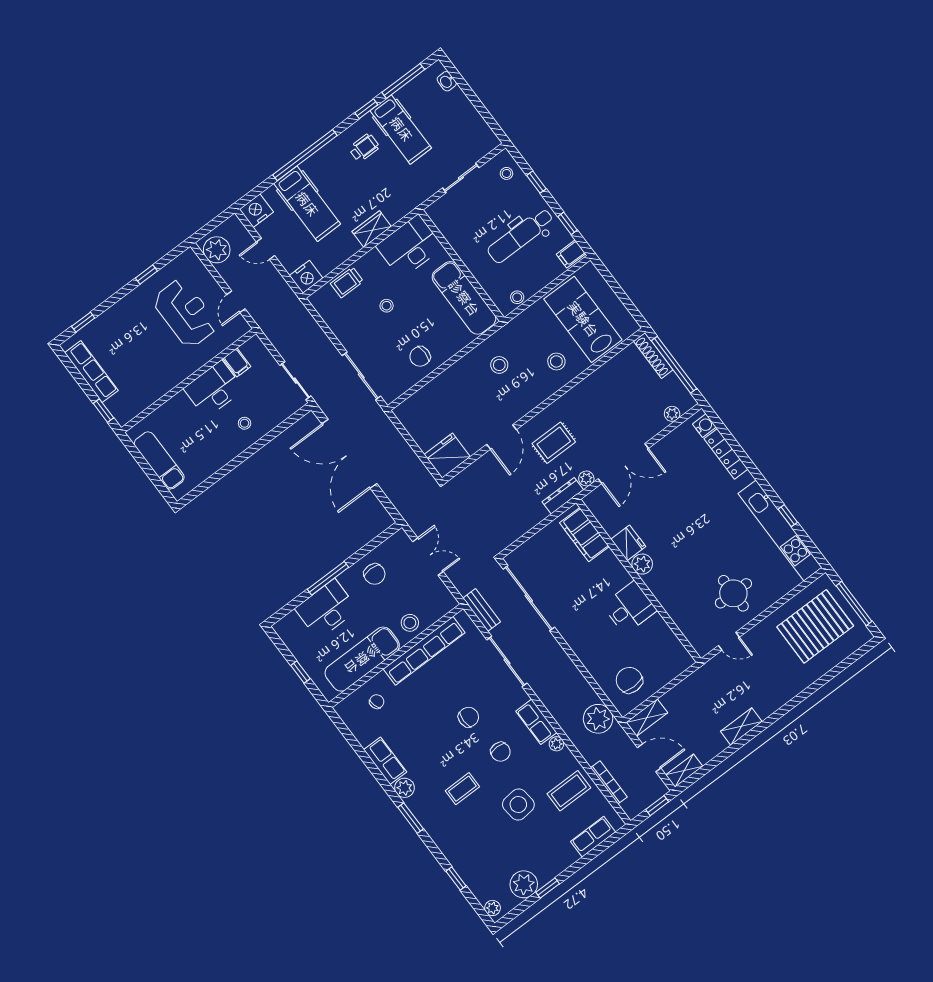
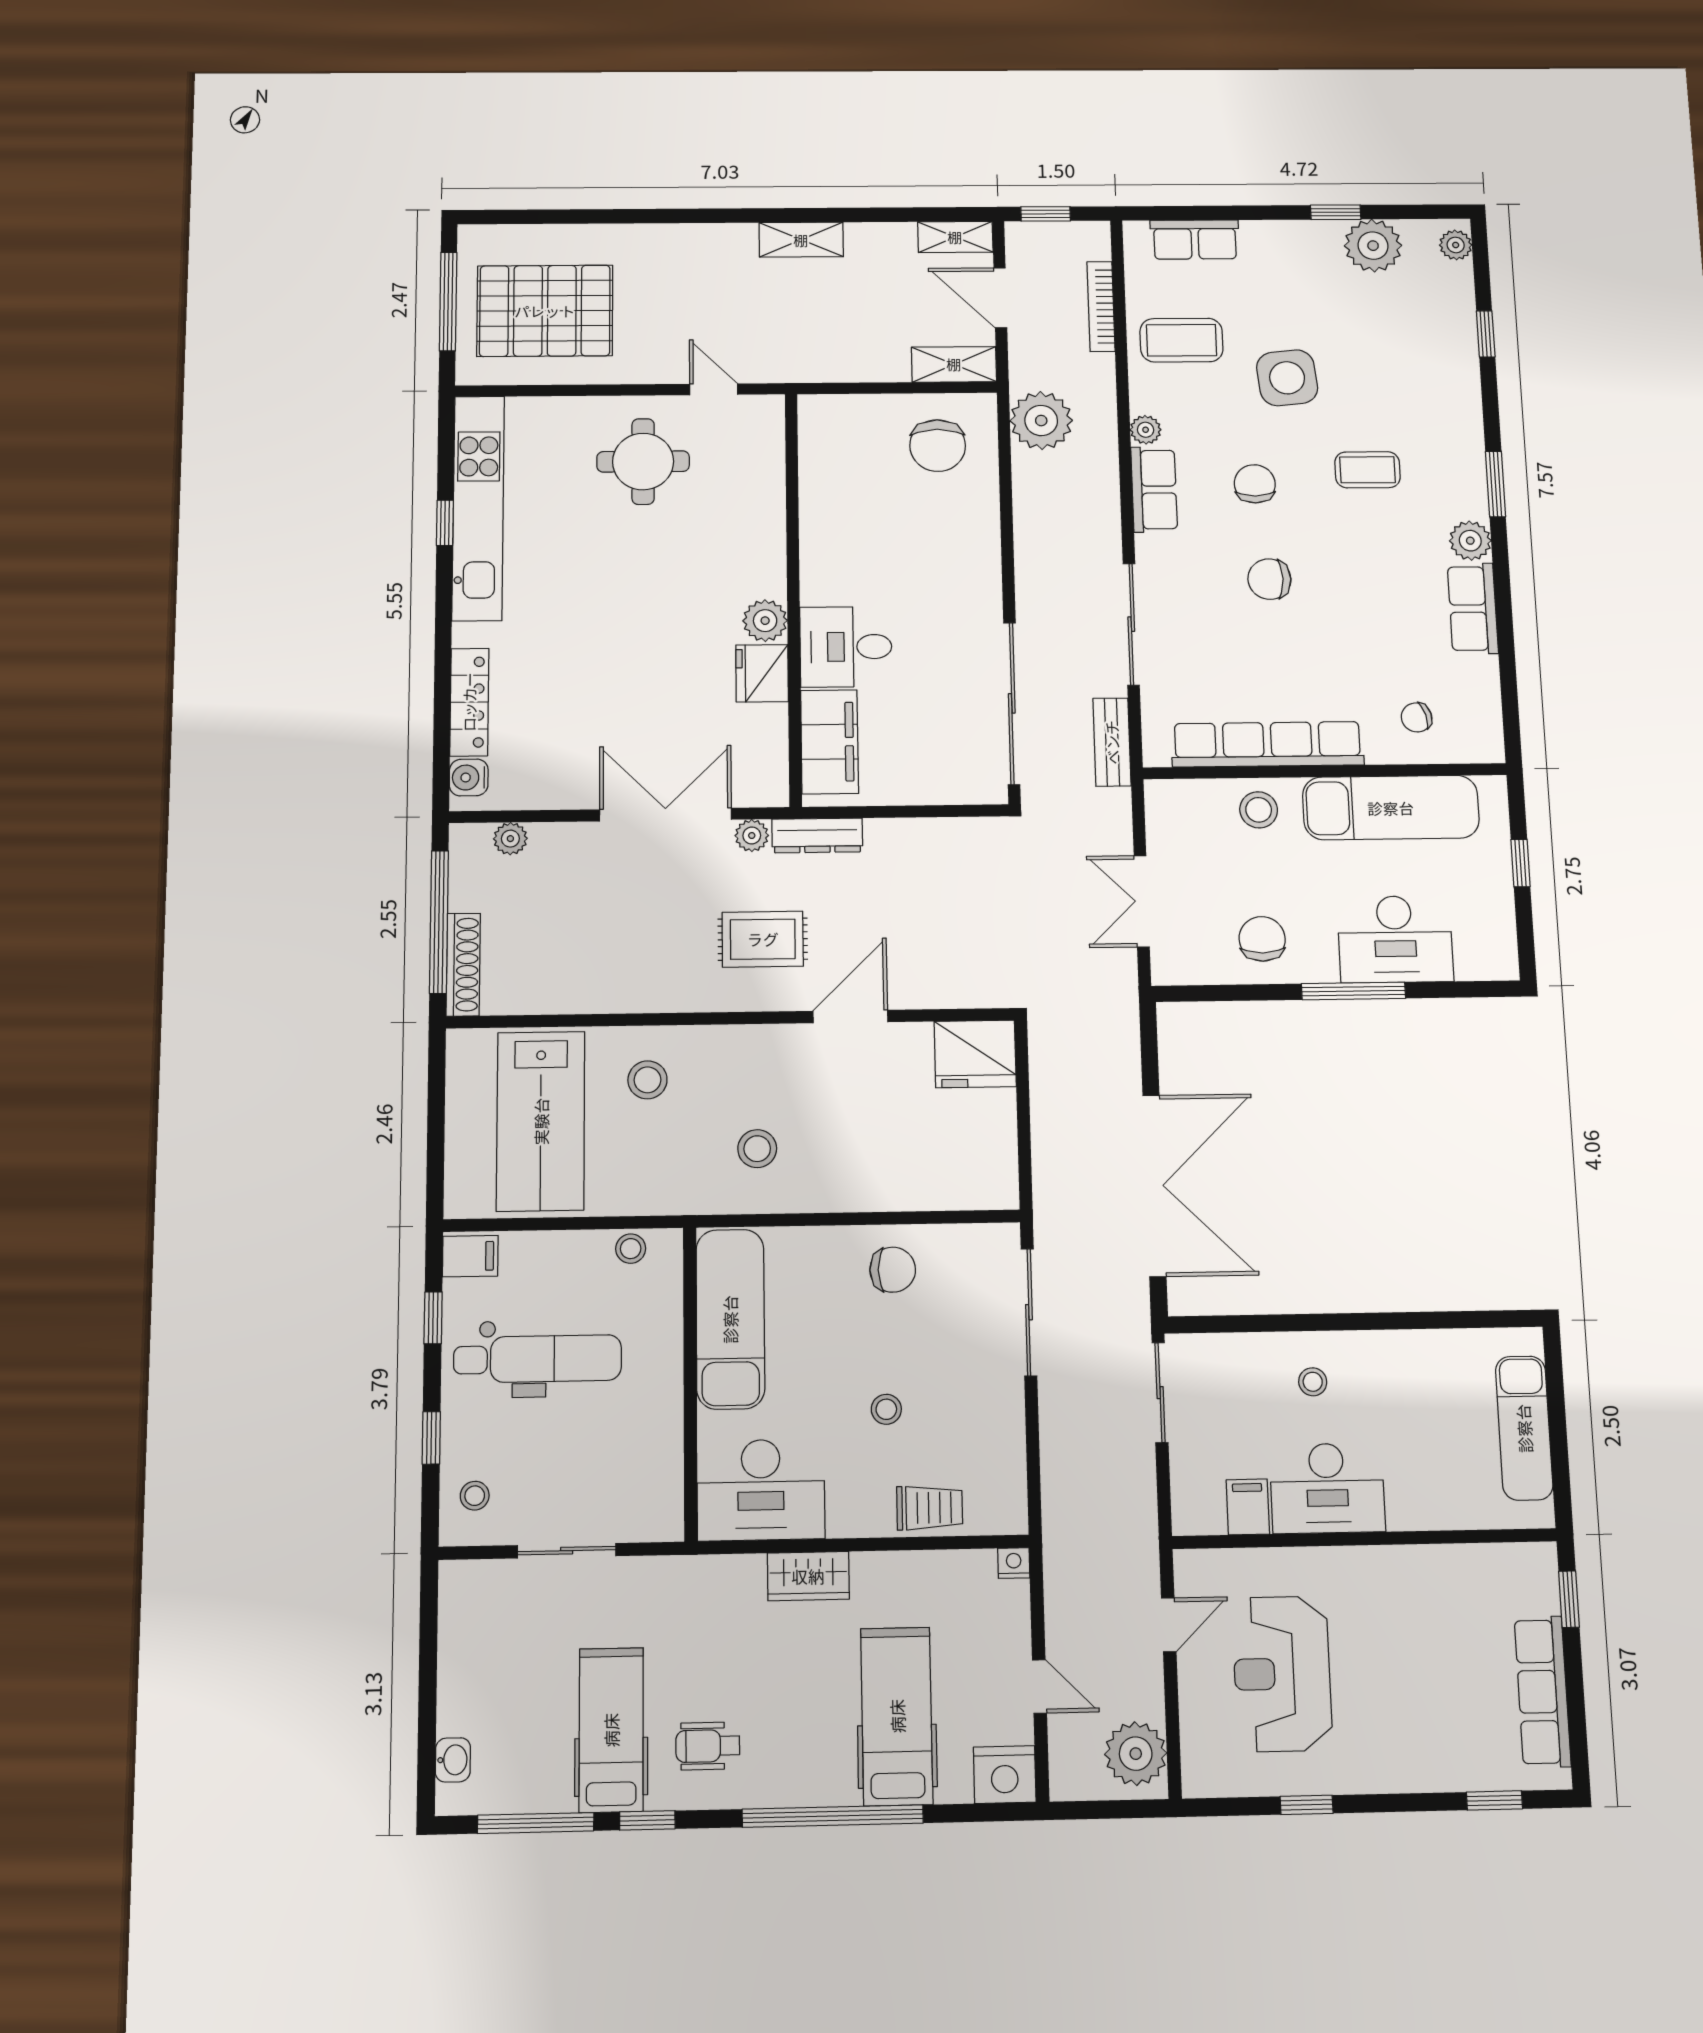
nightstand: (306, 277) -> (1014, 1563), width x0.53, depth x0.56
desk: (629, 608) -> (846, 647), moved

